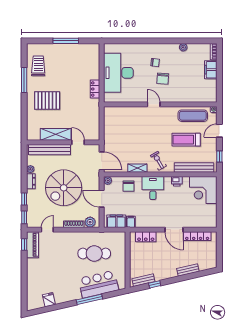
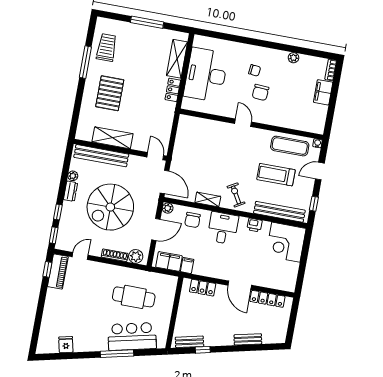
shelving: (94, 65) -> (177, 59), added
pallet: (47, 101) -> (110, 93), turned 90
door: (78, 142) -> (155, 156), moved
door: (102, 199) -> (156, 230), swing flipped

